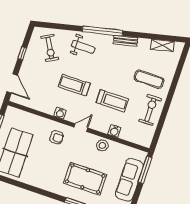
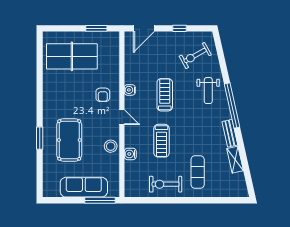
shelving: (162, 45) -> (235, 160), moved
exercise bike: (150, 110) -> (166, 184), turned 180

